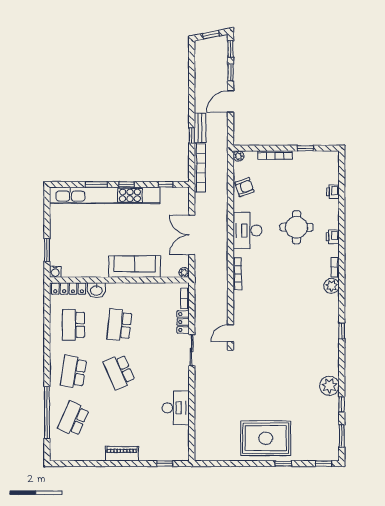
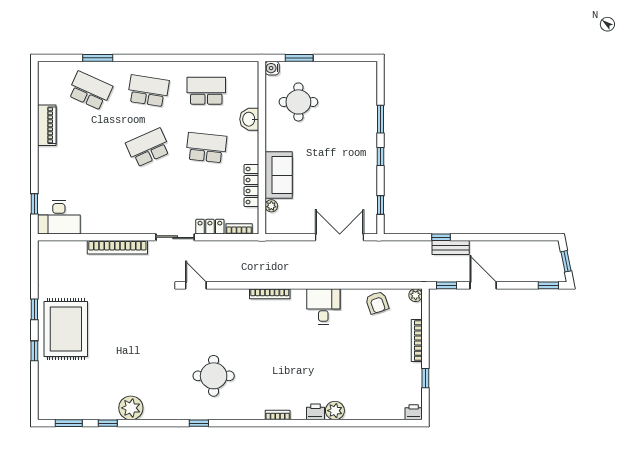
window: (230, 72) -> (446, 285), moved
bookcase: (200, 168) -> (117, 247), moved
printer: (333, 192) -> (414, 412), moved
kitchen unit: (105, 195) -> (367, 129), removed
round table: (296, 227) -> (214, 376), moved
desk: (247, 230) -> (323, 306), width x0.73
double door: (192, 235) -> (340, 237), moved
round table: (83, 251) -> (298, 102), added
sofa: (135, 267) -> (279, 175), width x0.73
plant: (184, 272) -> (271, 206), moved
plant: (332, 286) -> (335, 411), moved
locker: (69, 289) -> (251, 186), moved
desk: (176, 408) -> (59, 217), moved
window: (47, 413) -> (98, 58), width x0.47
piano: (122, 454) -> (47, 125), moved
window: (324, 464) -> (34, 309), moved

